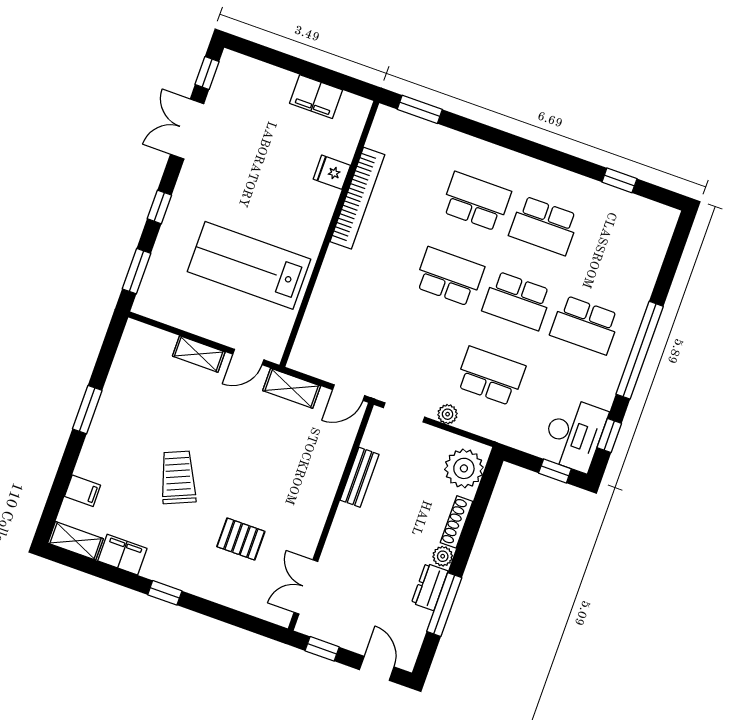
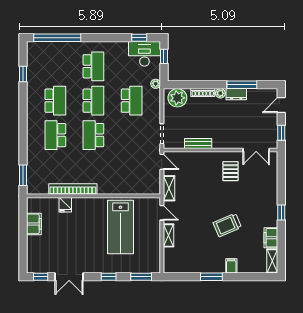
window: (640, 350) -> (57, 38), moved
school desk: (490, 376) -> (132, 101), turned 180
plant: (448, 414) -> (156, 84), moved
filing cabinet: (83, 491) -> (231, 266), moved
pallet: (241, 539) -> (230, 171), moved

